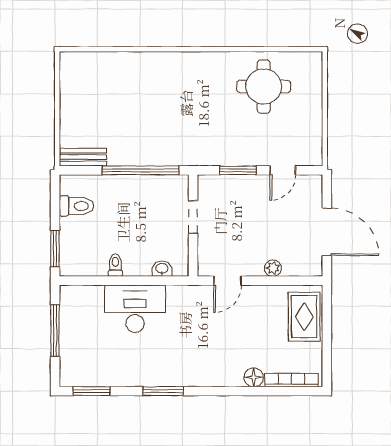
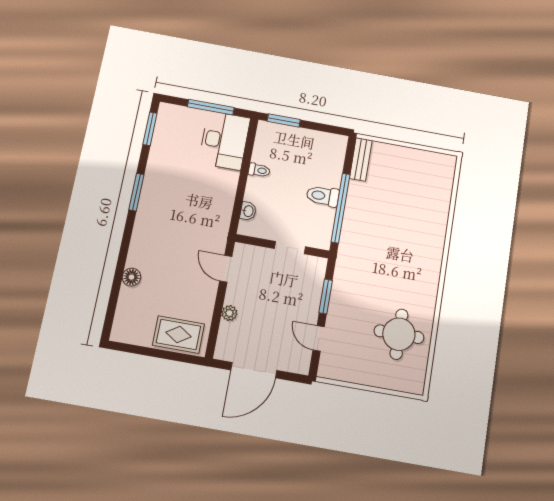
toilet: (76, 206) -> (323, 196), moved, turned 90
desk: (135, 309) -> (224, 141), moved
bookcase: (291, 380) -> (121, 312), removed

